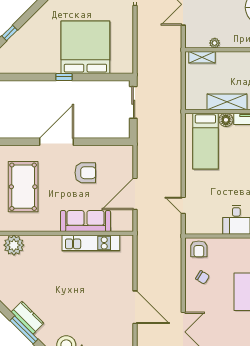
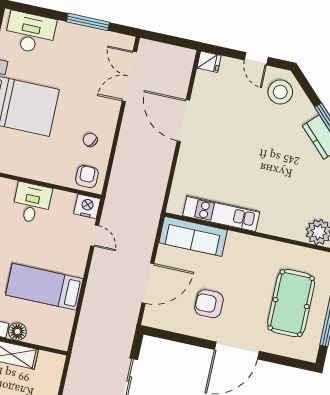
bed: (205, 141) -> (44, 287), moved, turned -90
door: (135, 194) -> (148, 283), moved
sofa: (86, 221) -> (193, 236), moved
nightstand: (194, 226) -> (87, 206), added

